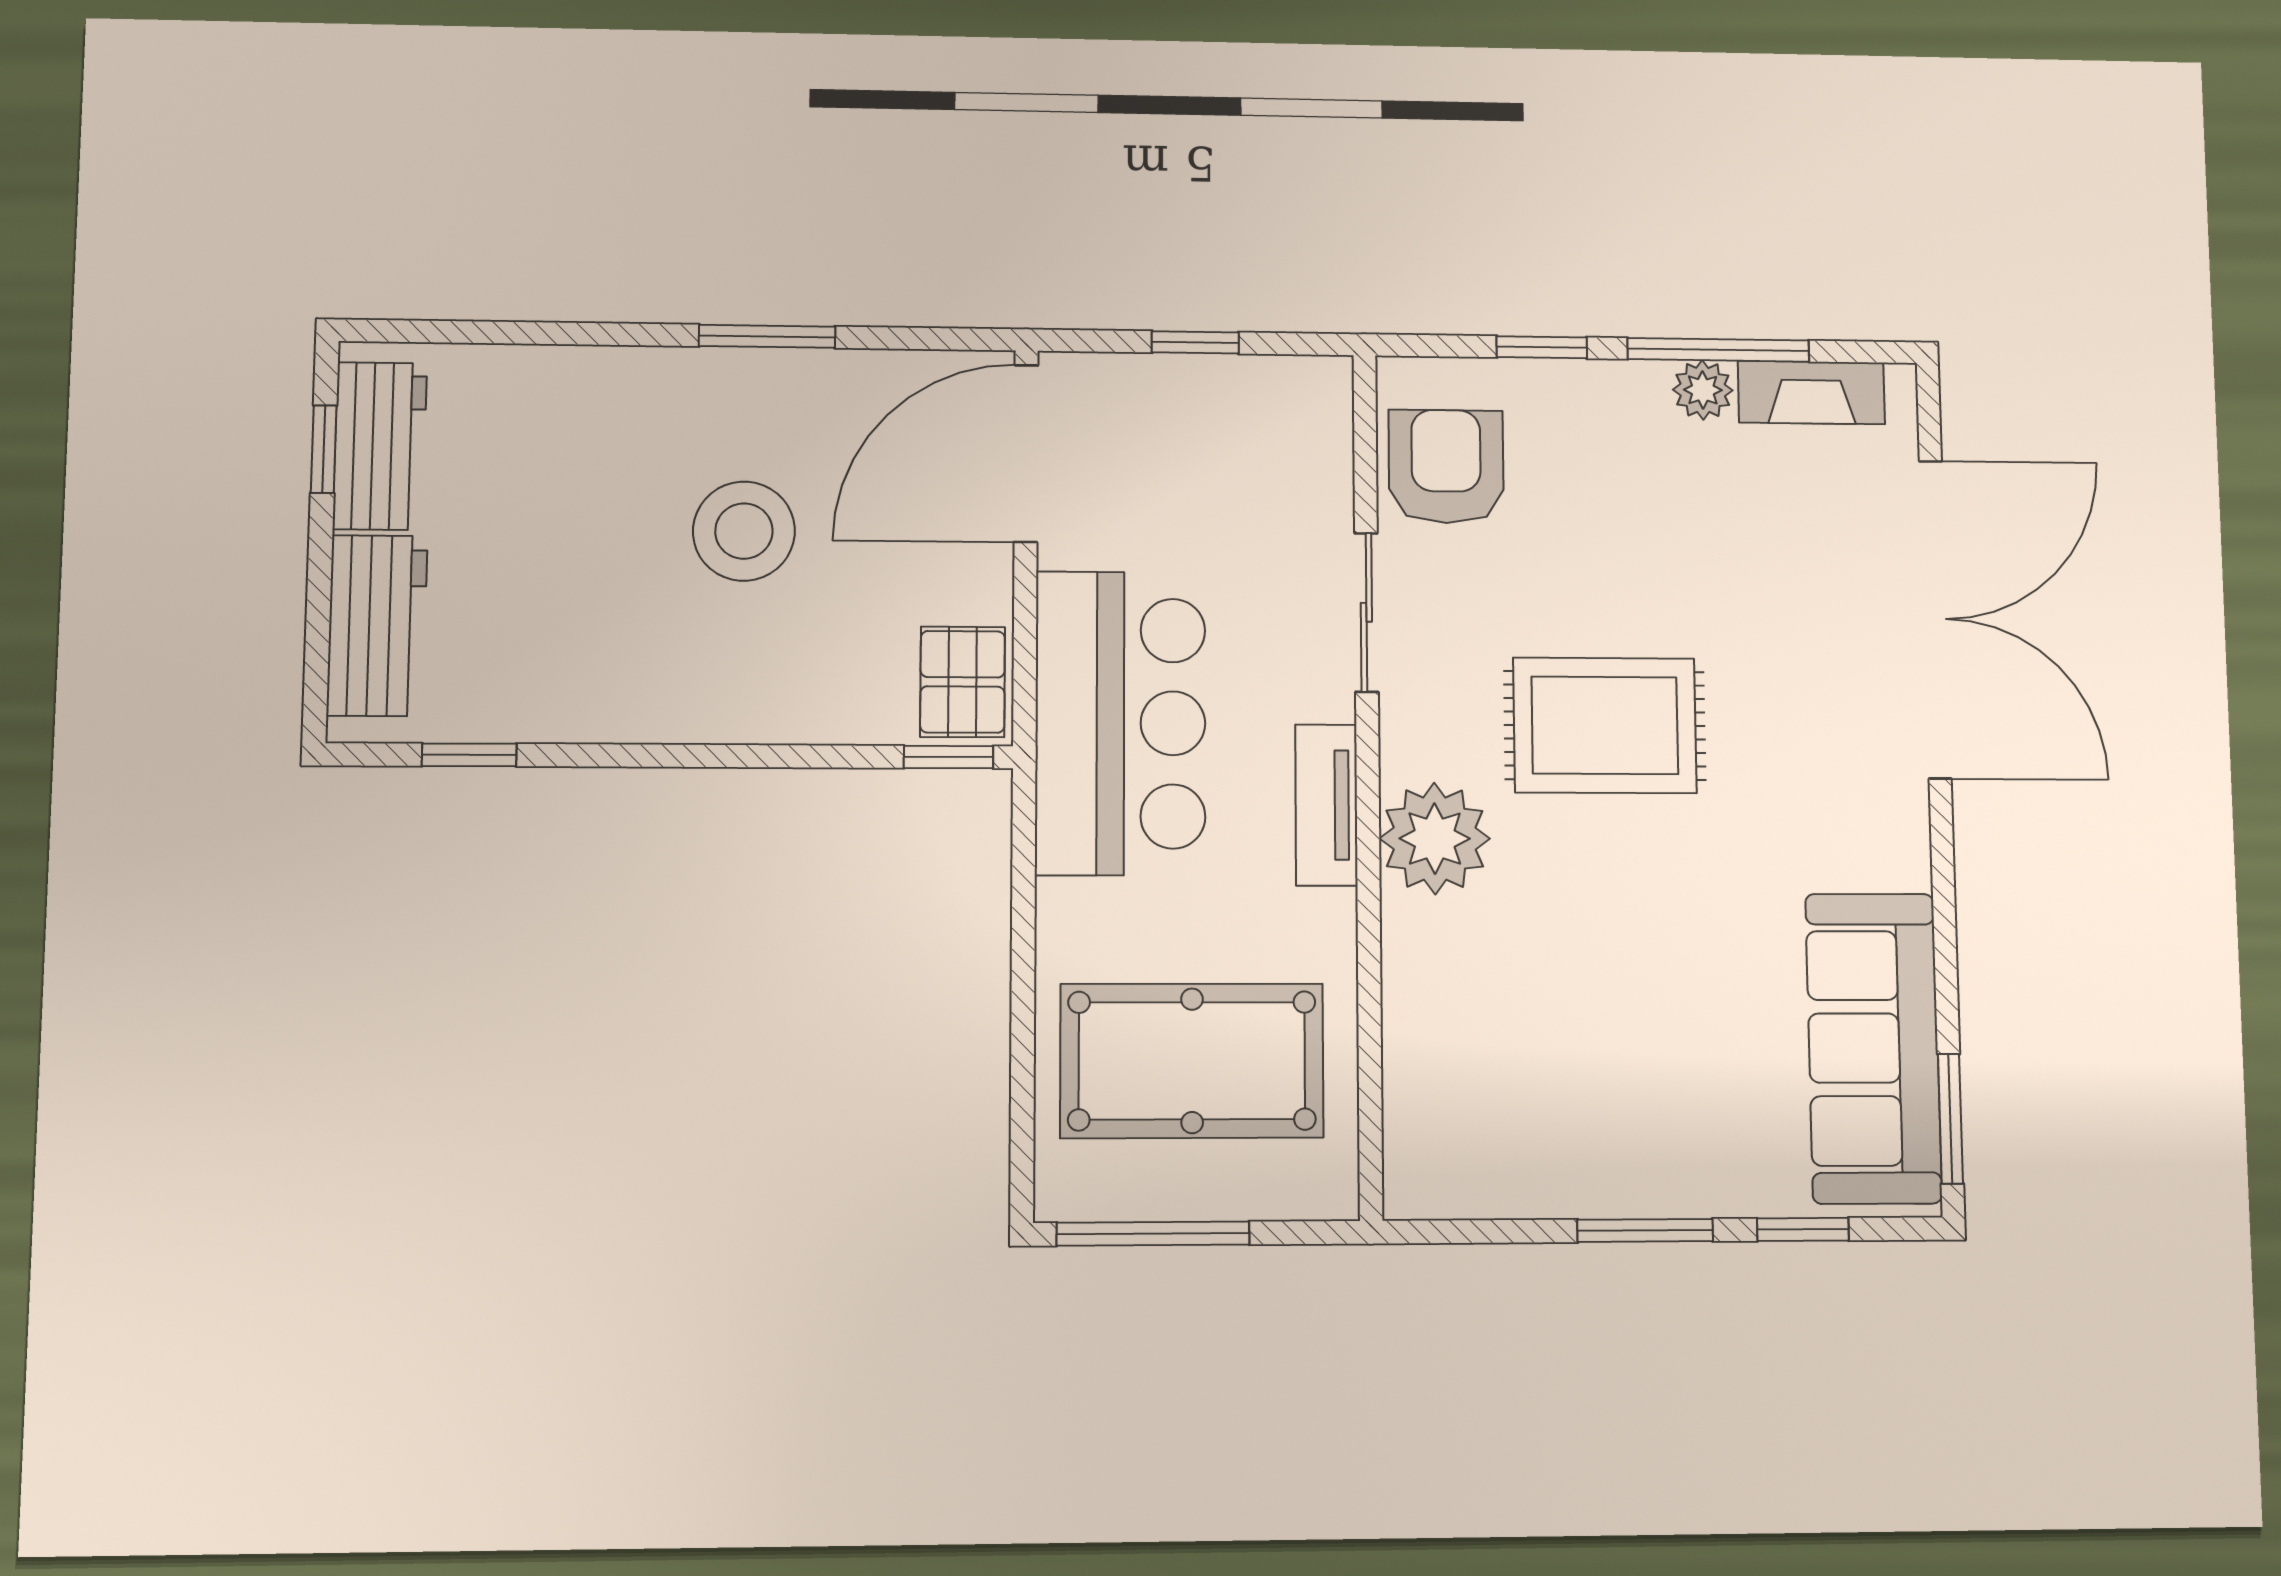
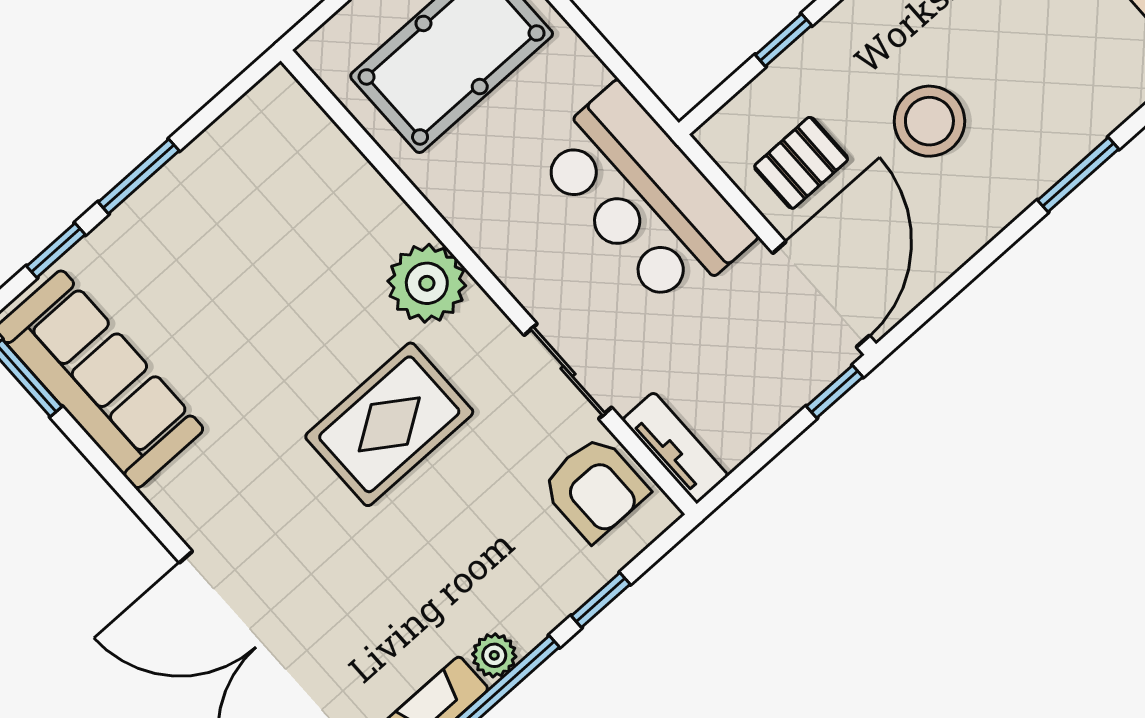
window: (767, 336) -> (1078, 175), moved
window: (1195, 342) -> (835, 392), moved
pallet: (963, 682) -> (801, 163), moved, turned 90
window: (949, 757) -> (783, 40), moved
tv unit: (1326, 805) -> (675, 448), moved

